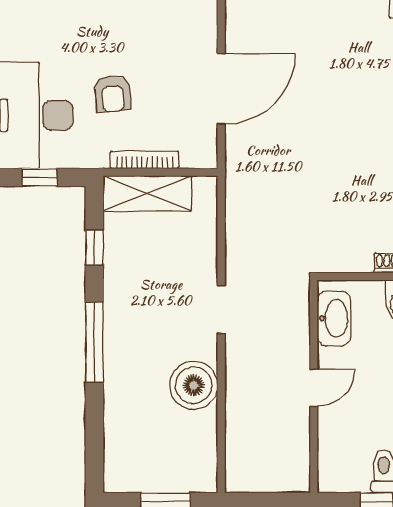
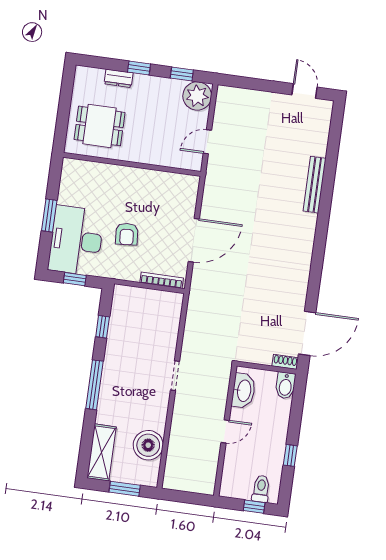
bookcase: (144, 160) -> (162, 280), moved
shelving: (147, 193) -> (102, 452), moved, turned 90
boiler: (194, 385) -> (148, 445), moved

